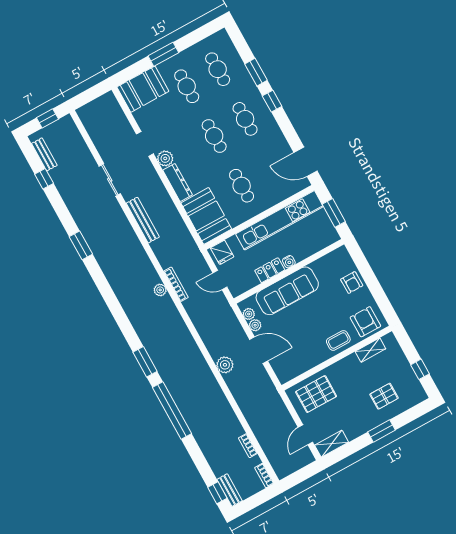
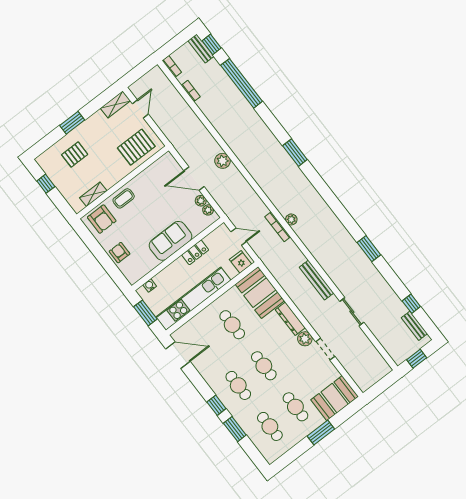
water cooler: (289, 262) -> (150, 285), moved
sofa: (287, 291) -> (171, 241), width x0.73
window: (172, 410) -> (242, 83), moved

